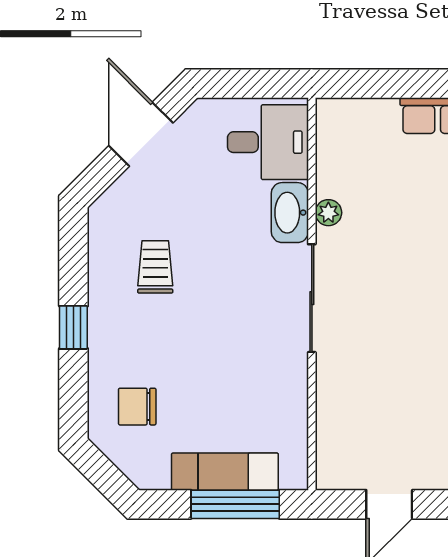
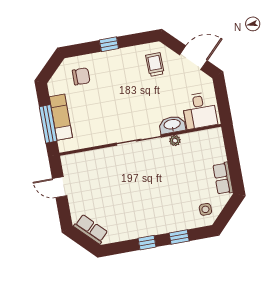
trolley: (155, 267) -> (155, 64), moved, turned -91
chair: (137, 407) -> (81, 76), turned 90

